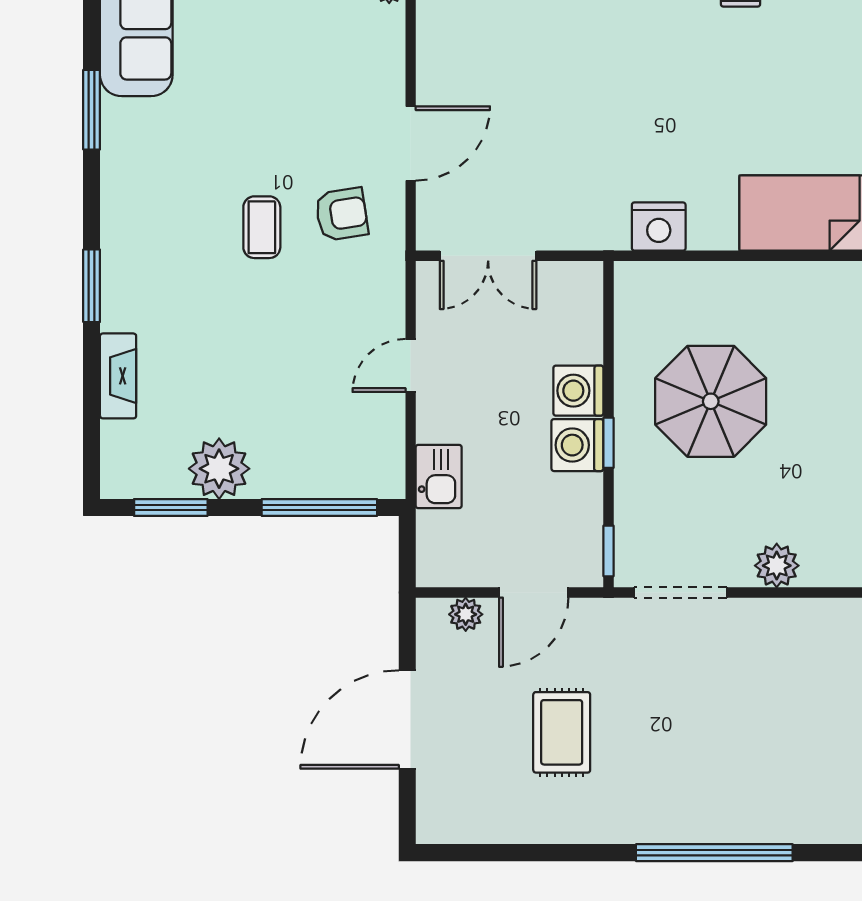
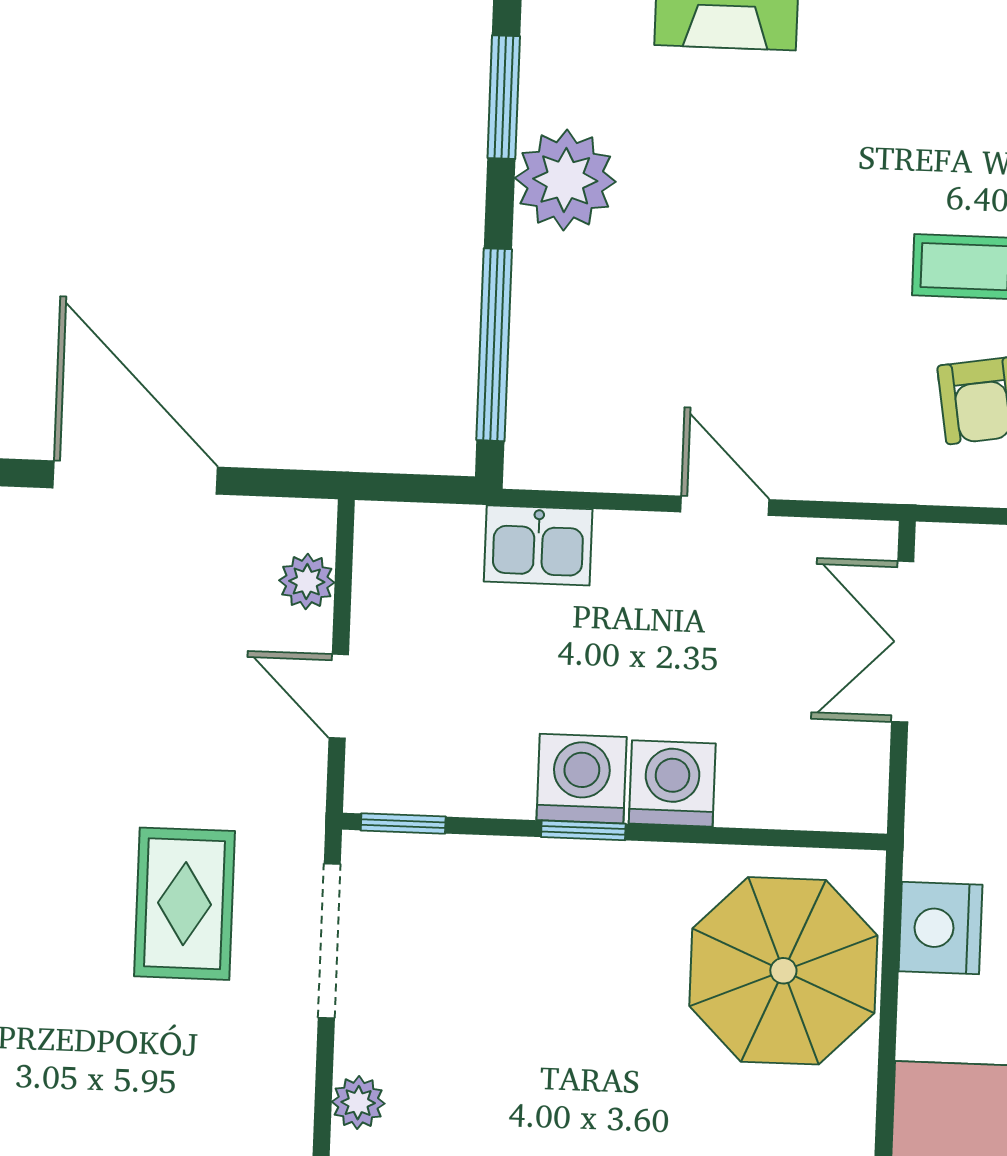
parasol: (711, 401) -> (783, 971), moved
plant: (777, 566) -> (358, 1103), width x0.73, depth x0.73
door: (534, 592) -> (339, 696), width x0.73
rug: (562, 732) -> (184, 904), moved, turned 90

